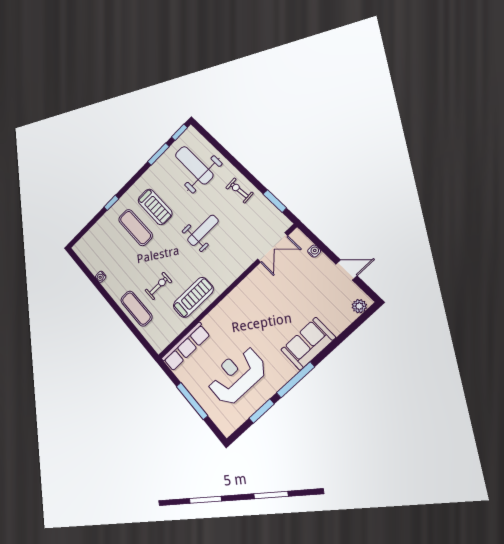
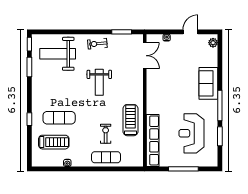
treadmill: (155, 207) -> (54, 142), moved
weight bench: (203, 230) -> (99, 82), turned 180
row of seats: (186, 347) -> (153, 140), width x1.36

